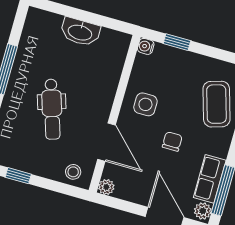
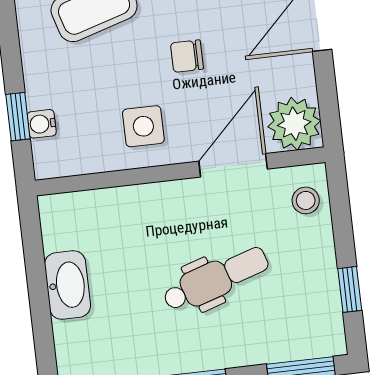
water cooler: (146, 46) -> (42, 124), moved, turned 90
plant: (106, 187) -> (294, 124), width x1.88, depth x1.88

